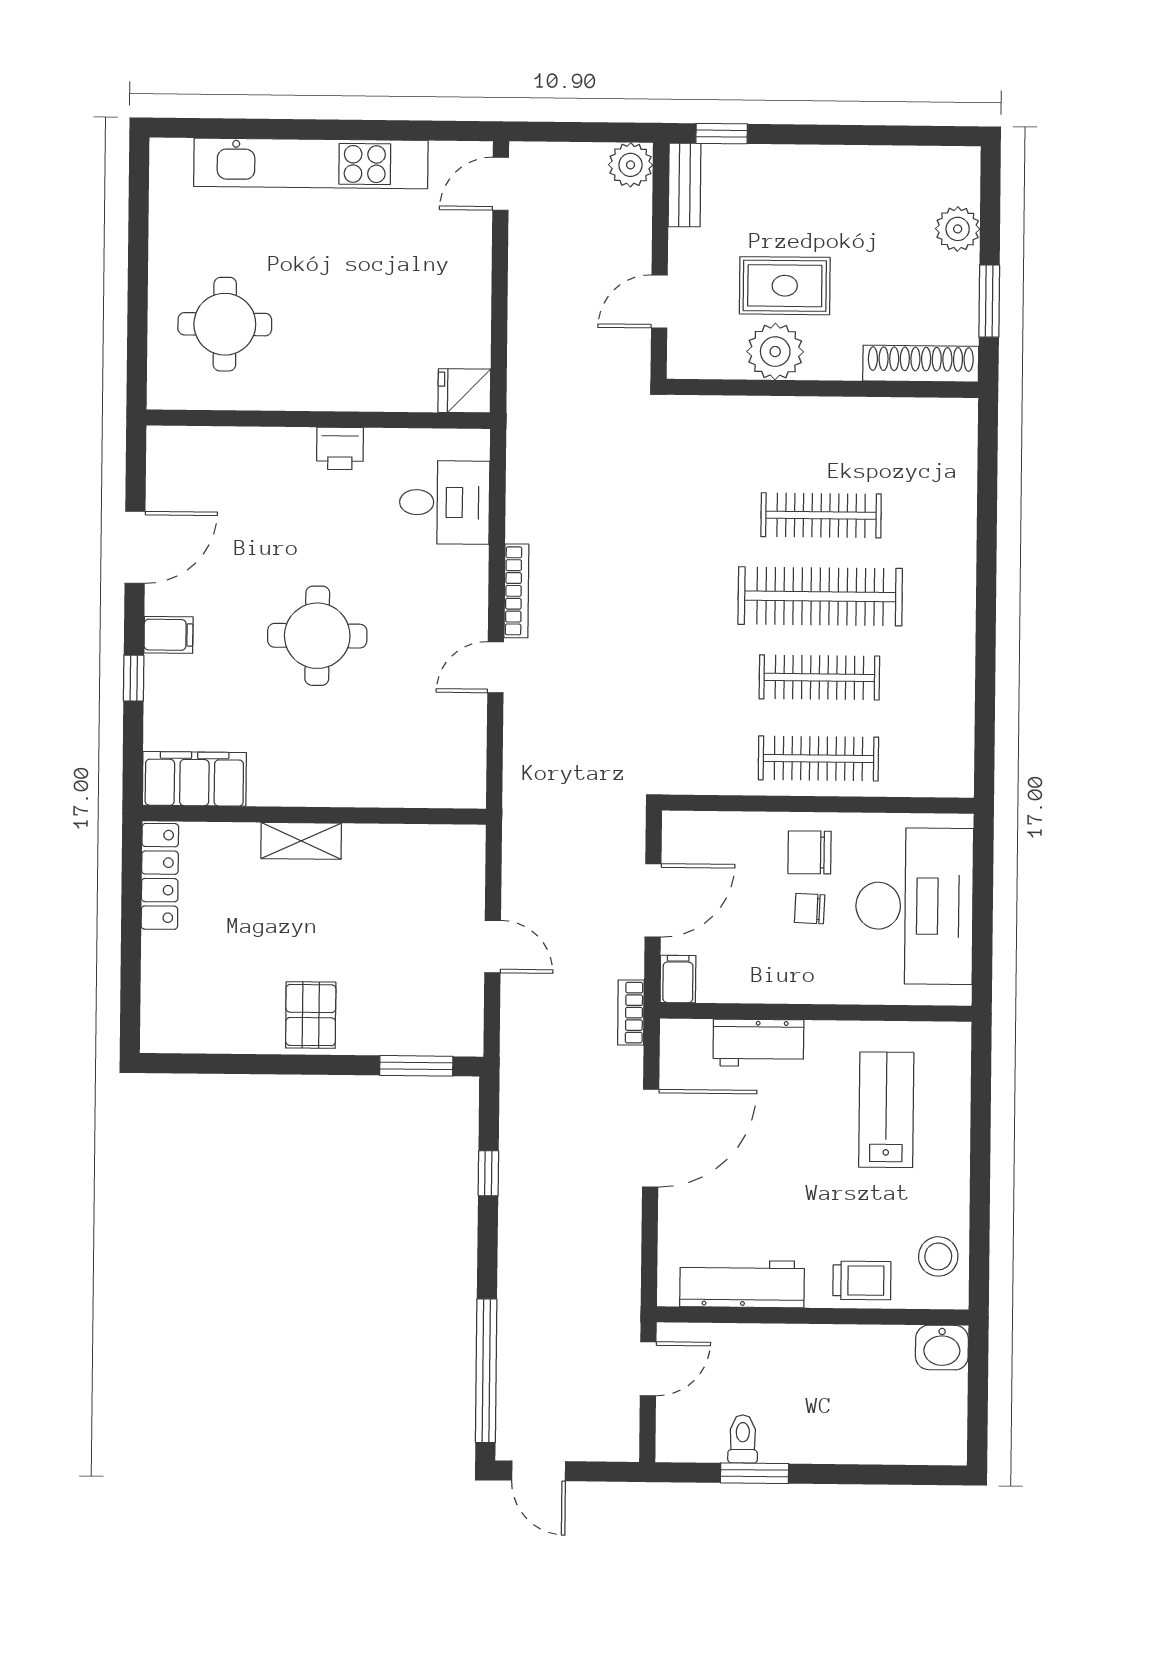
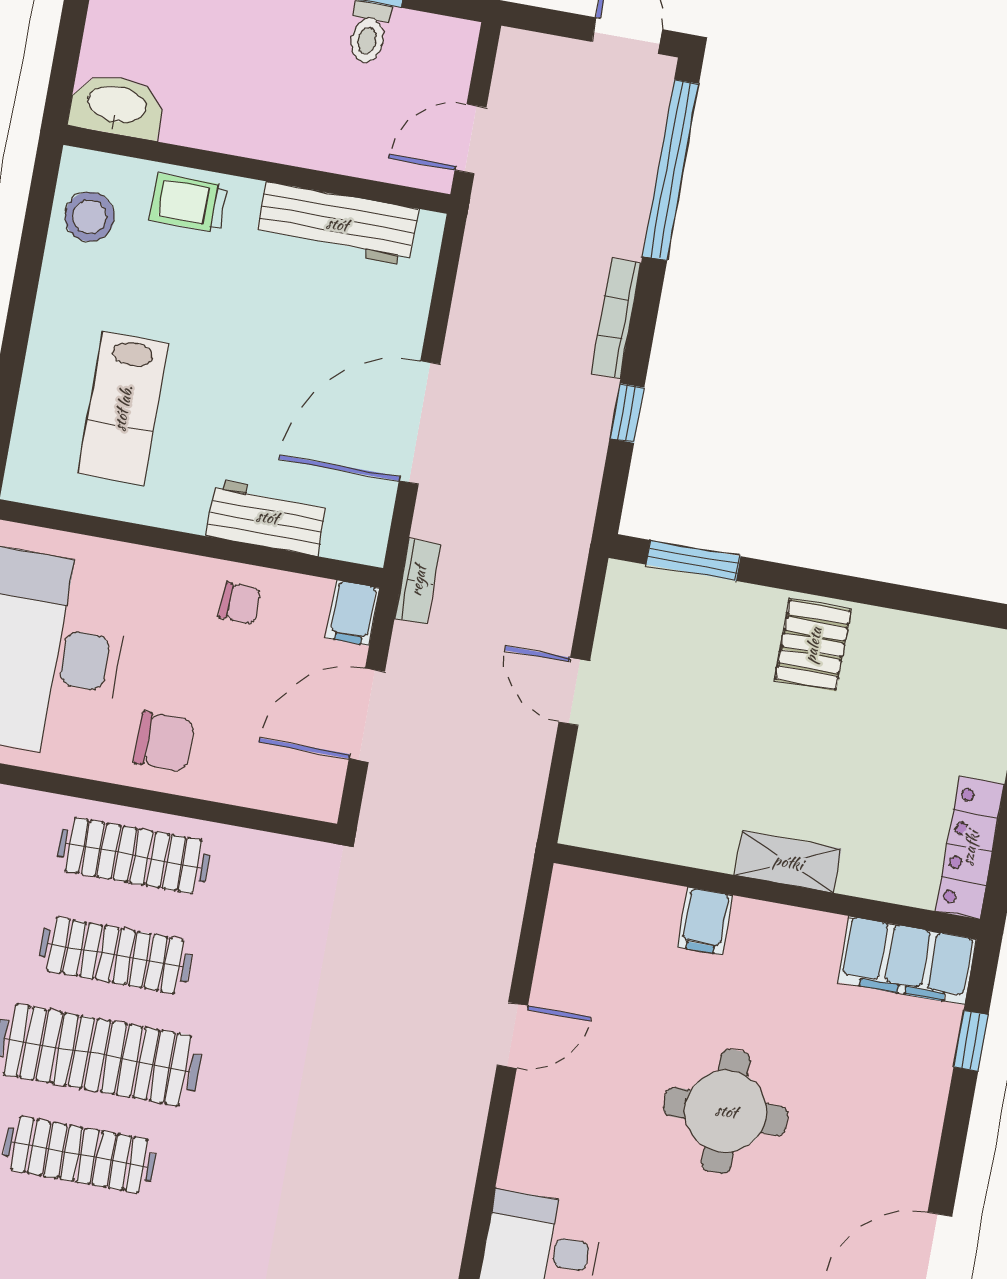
bookcase: (516, 591) -> (616, 318), moved
filing cabinet: (168, 635) -> (705, 921), moved, turned -90
window: (134, 678) -> (971, 1041), moved
chair: (810, 909) -> (240, 603), moved
washbasin: (942, 1348) -> (117, 106), width x1.38

